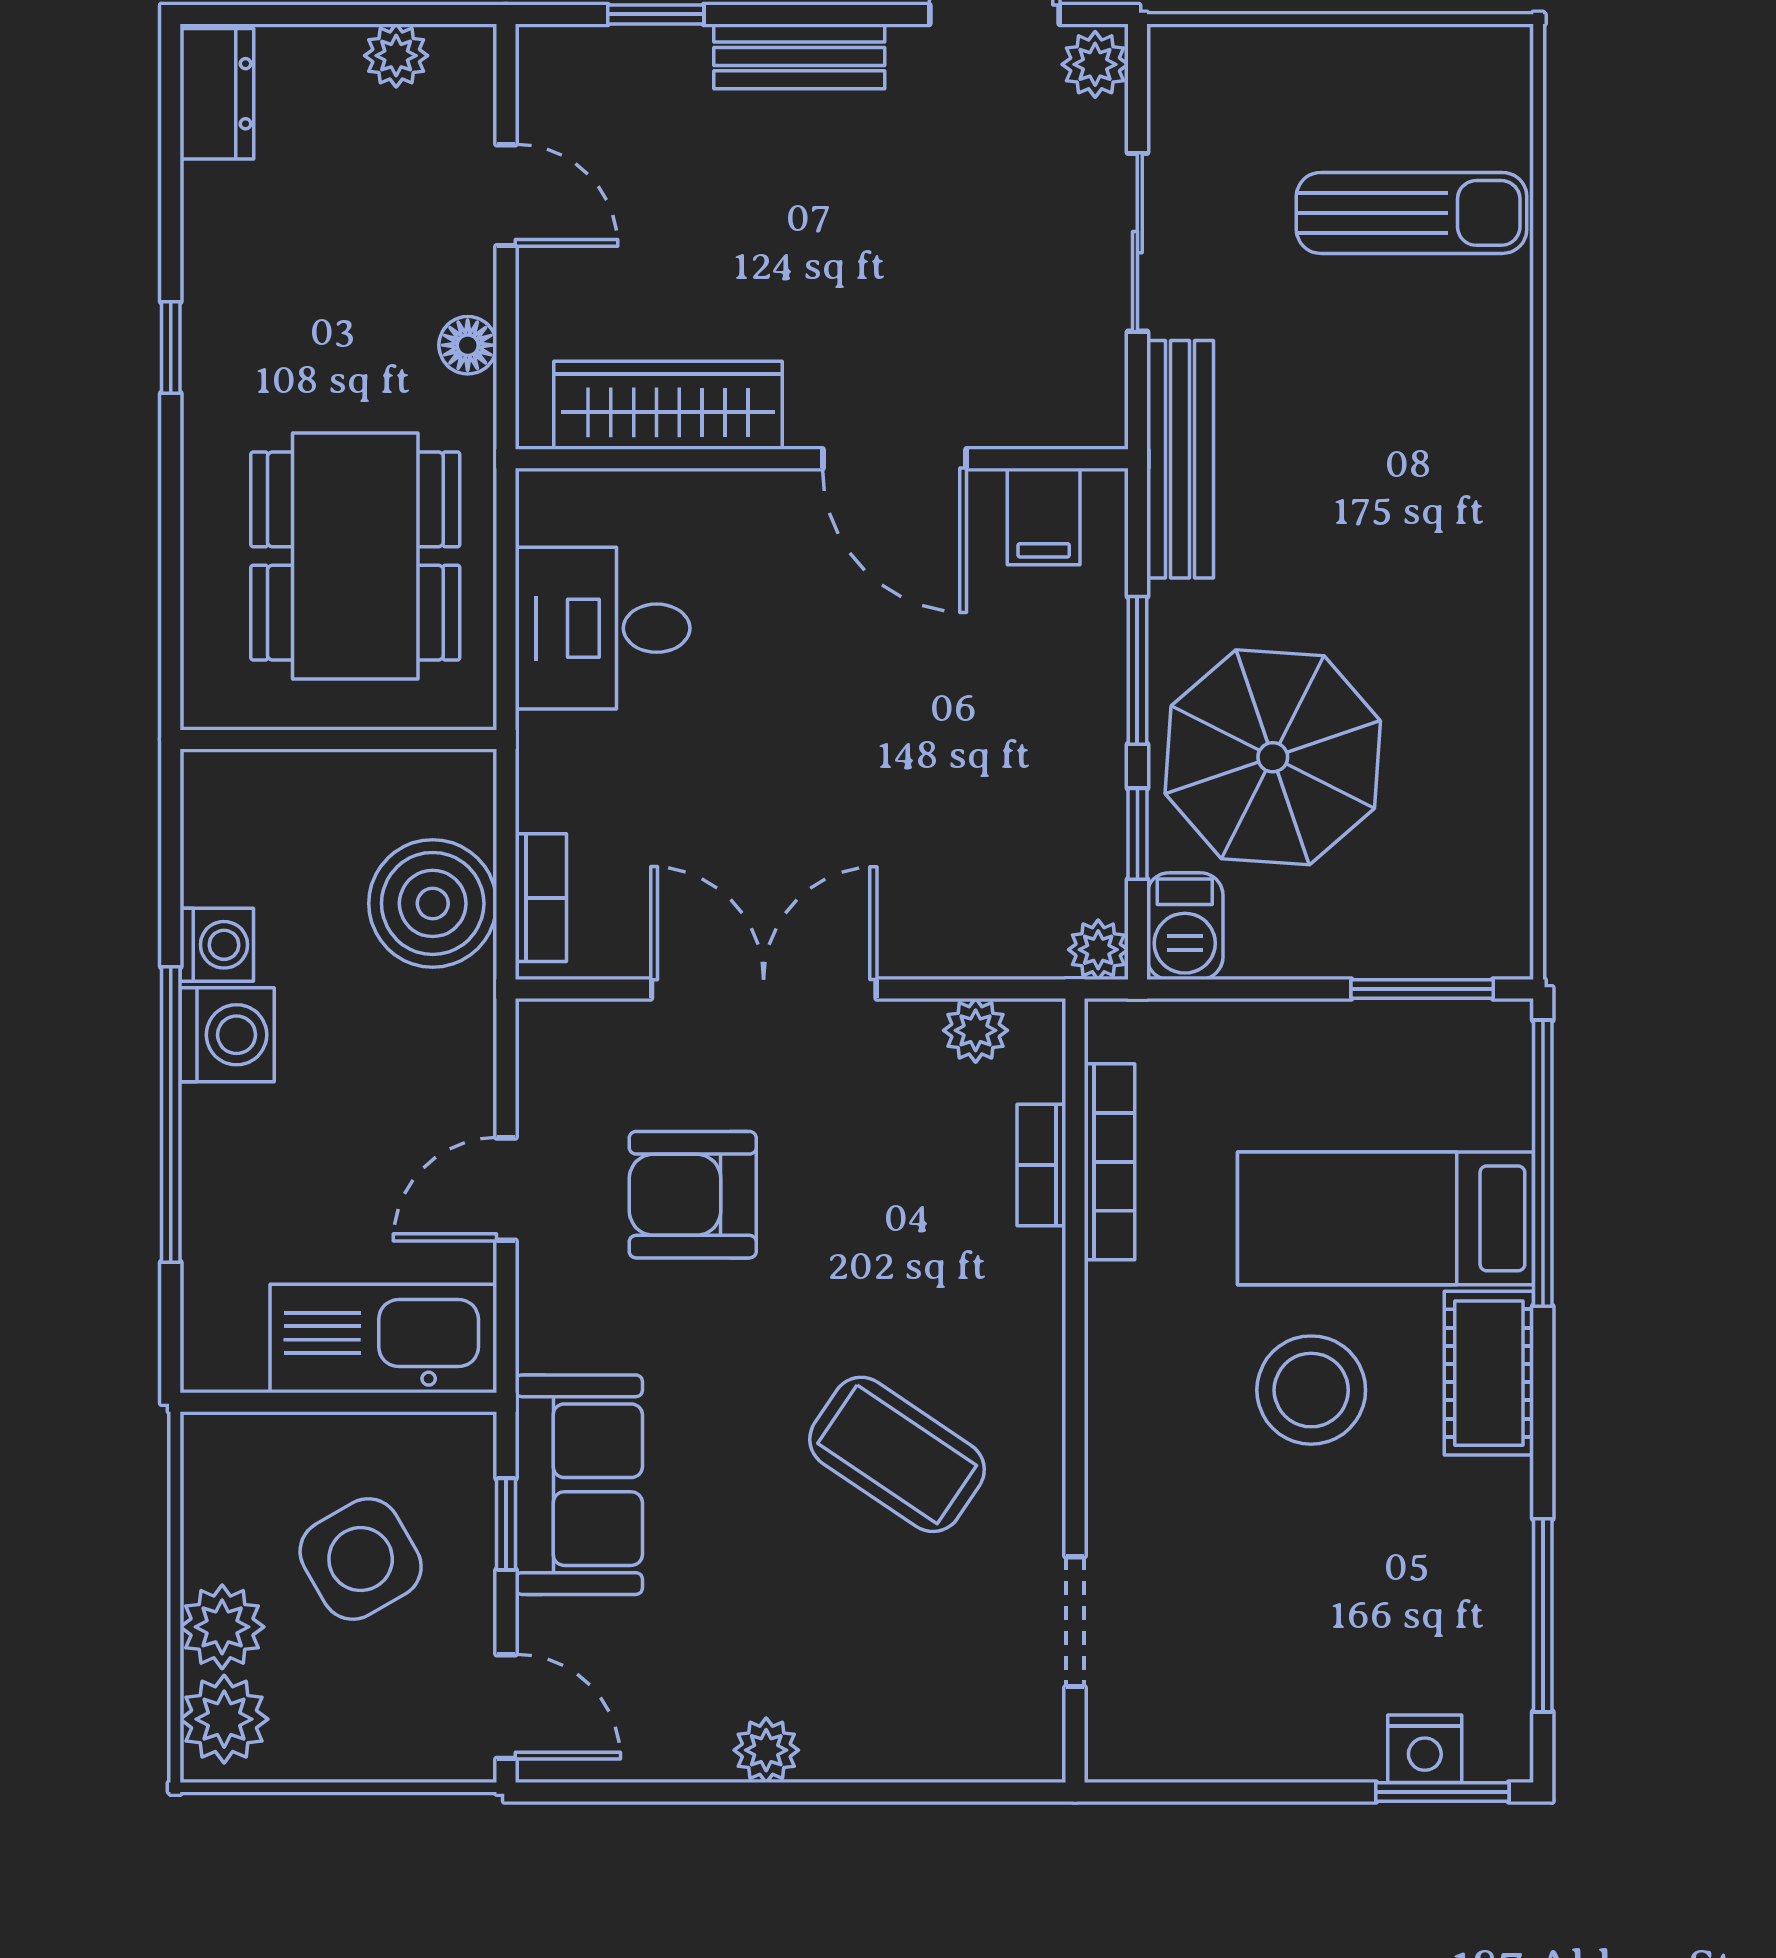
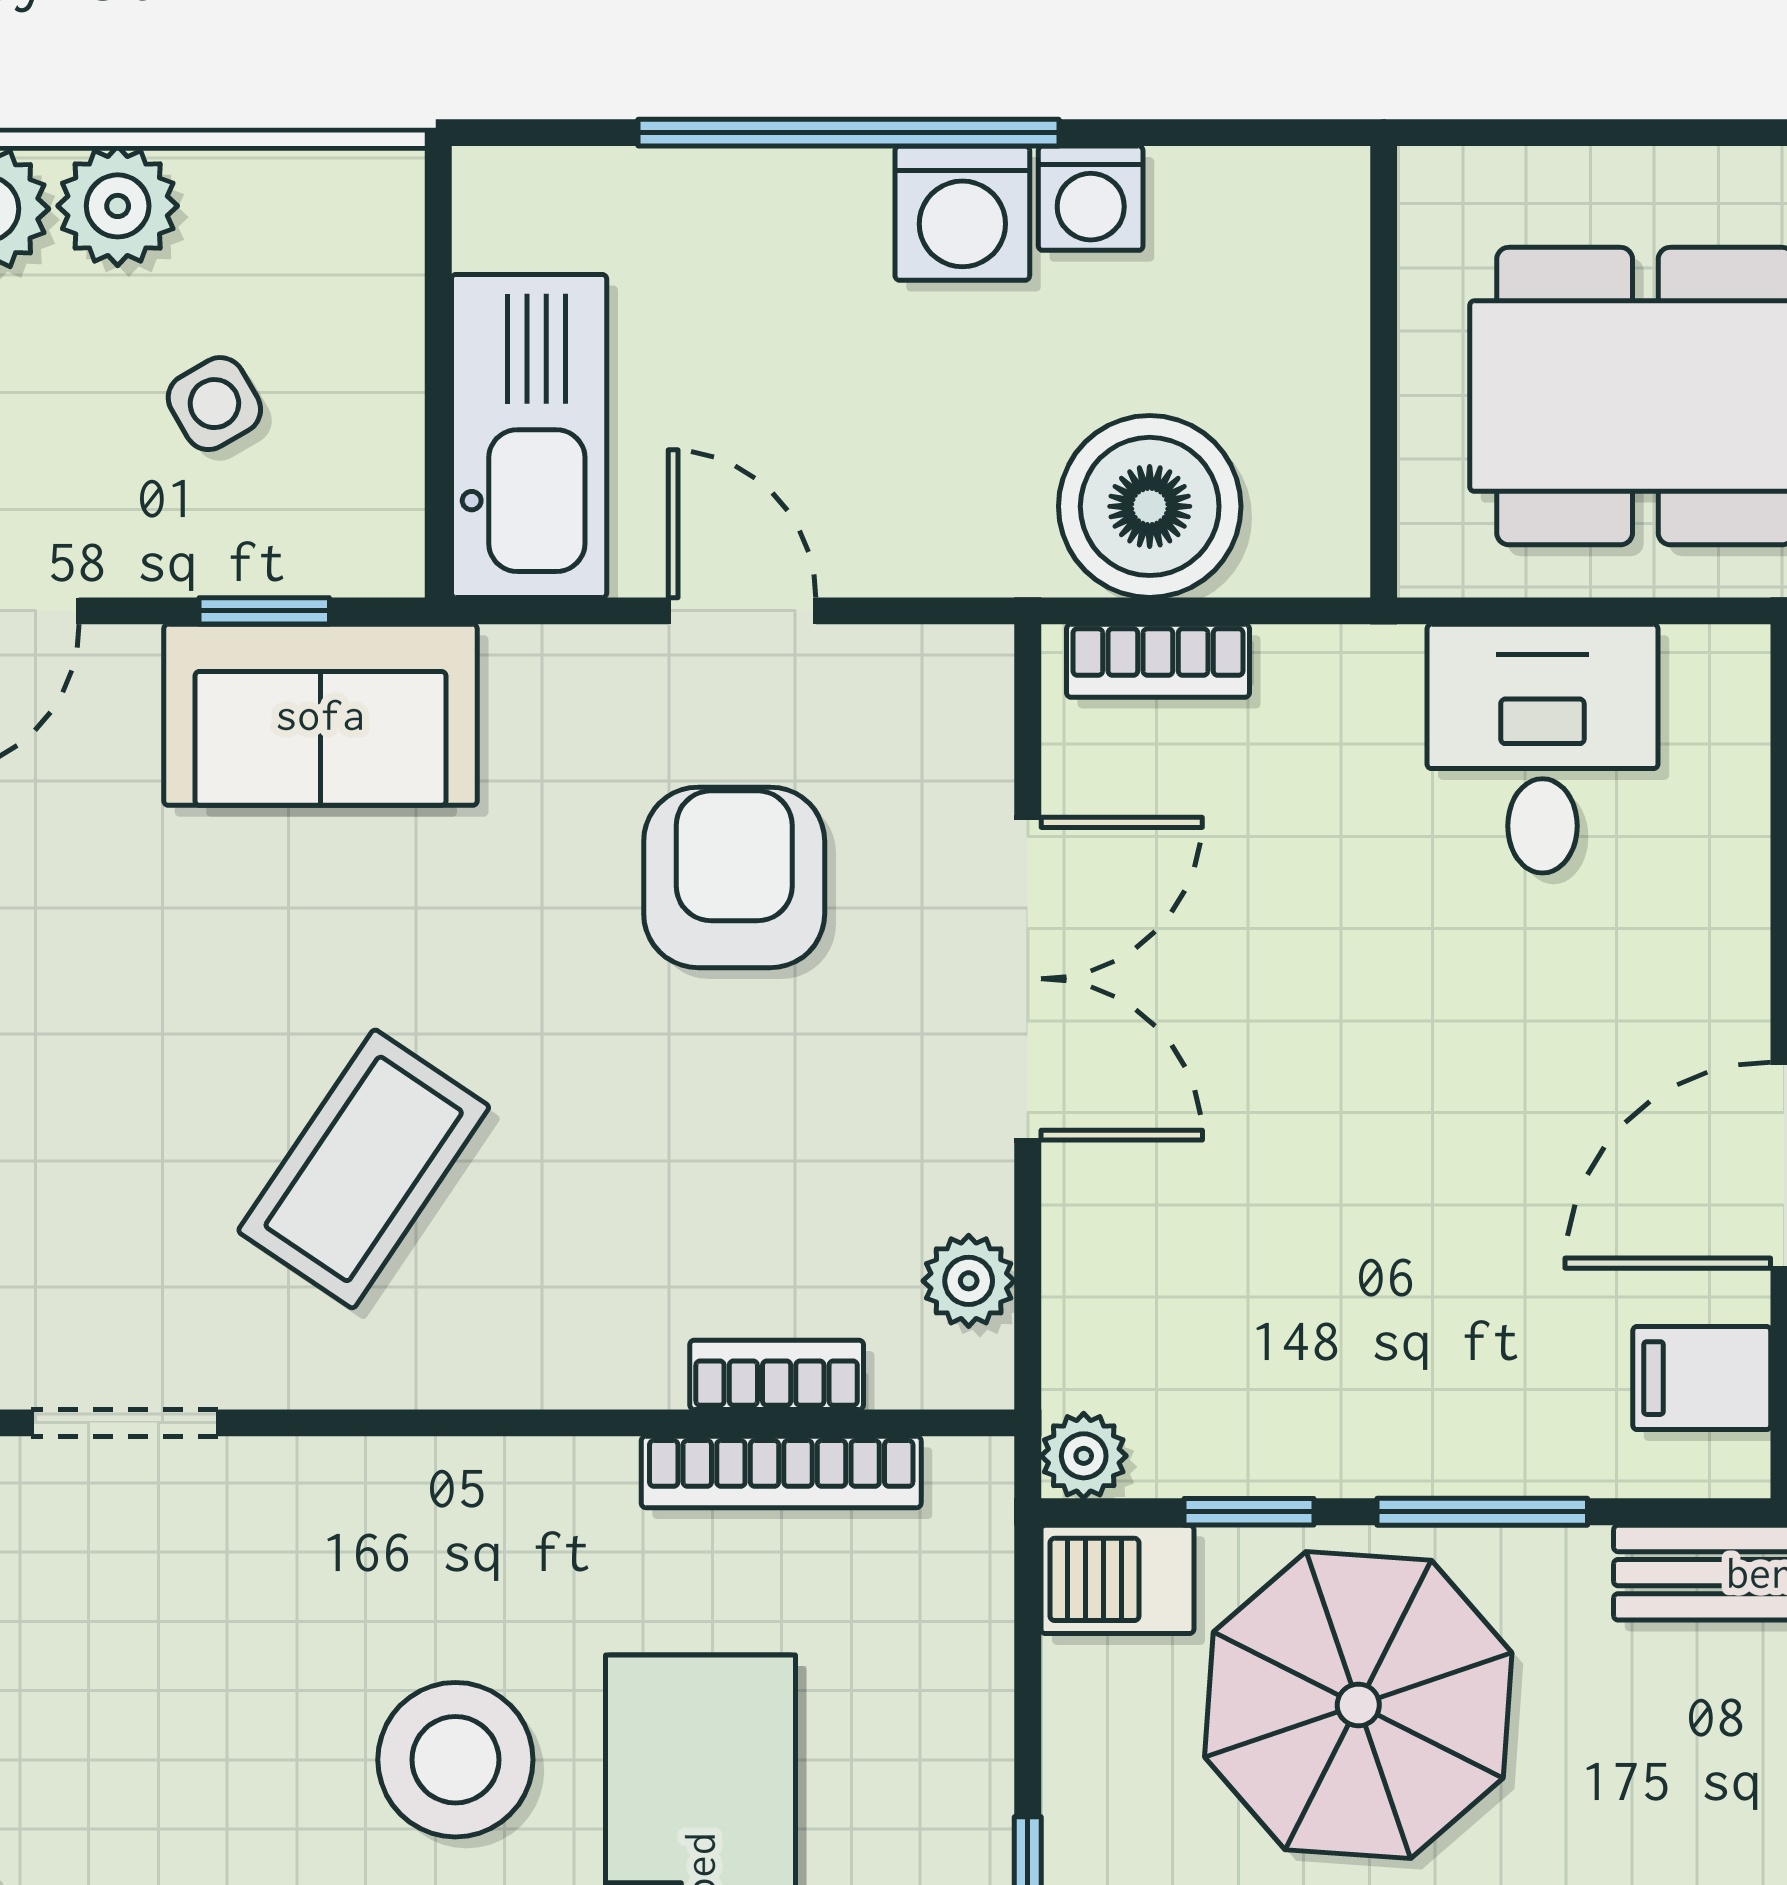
side table: (361, 1559) -> (214, 404), width x0.54, depth x0.54

